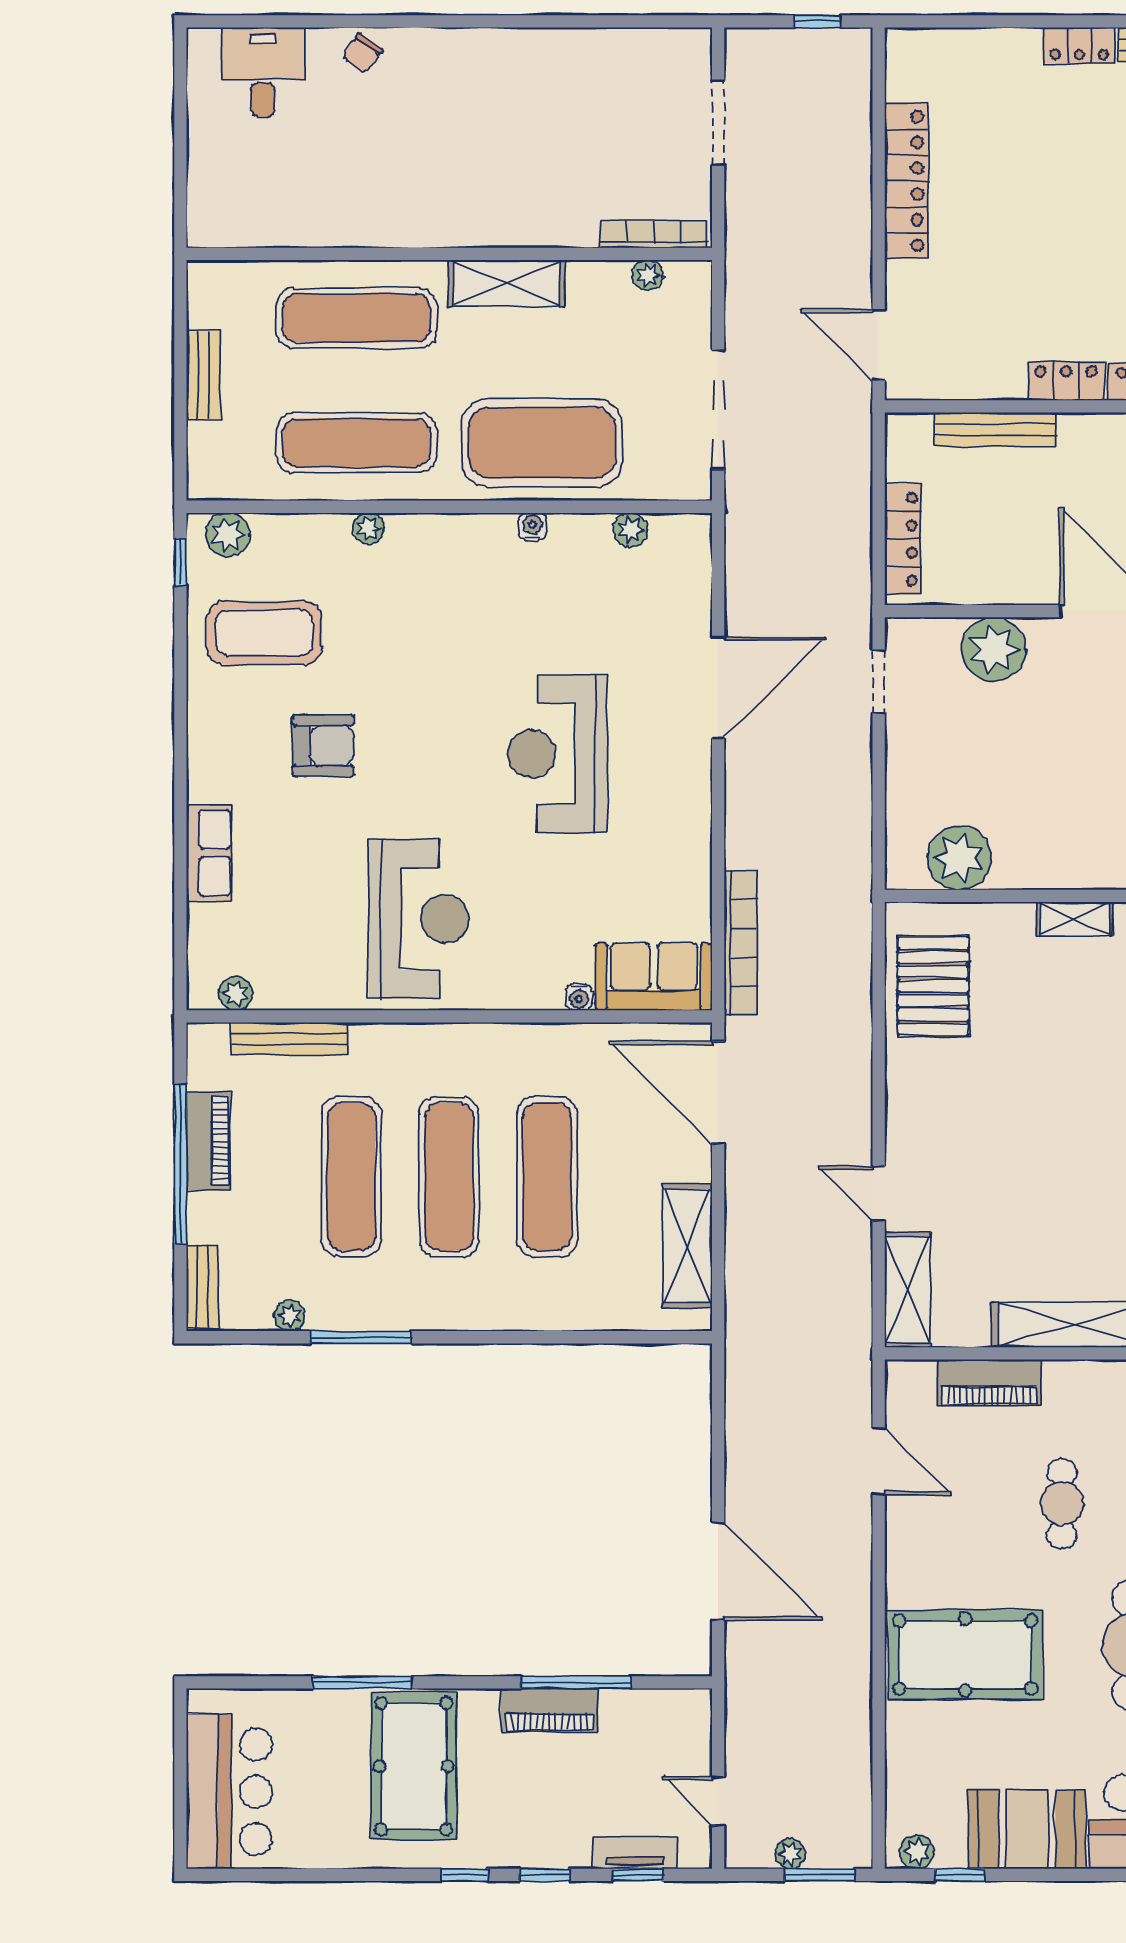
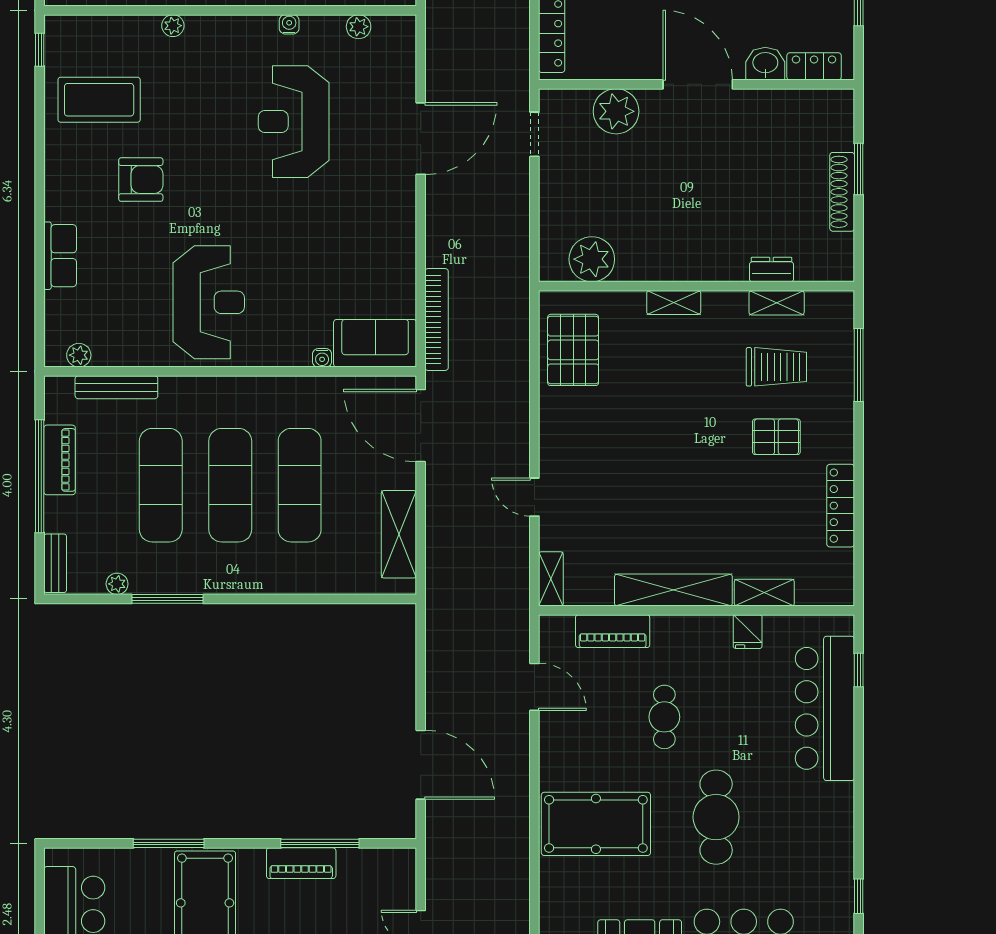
plant: (228, 535) -> (73, 30), removed
reception desk: (557, 754) -> (294, 122), moved
shelving: (908, 1290) -> (551, 579), width x0.67, depth x0.75

